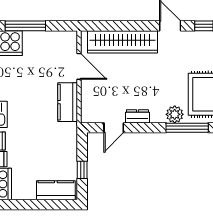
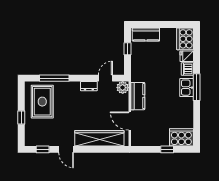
window: (25, 26) -> (167, 149), width x0.46
plant: (175, 114) -> (123, 88), moved

